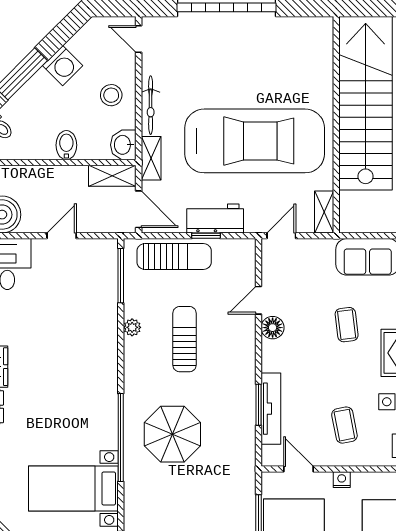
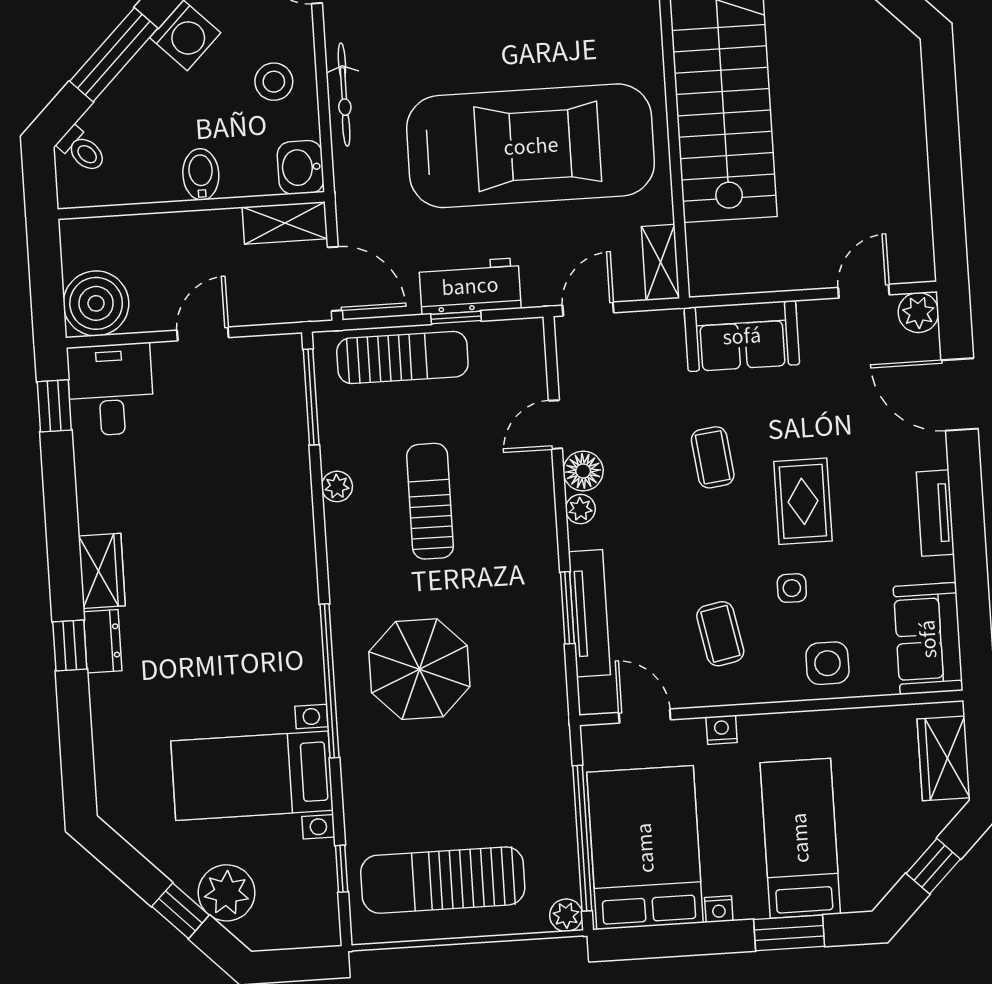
shelving: (151, 158) -> (351, 188), removed
plant: (270, 349) -> (580, 509), added

